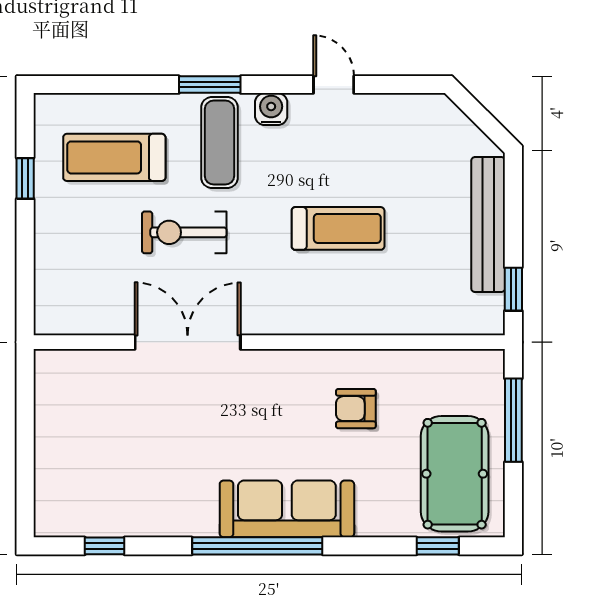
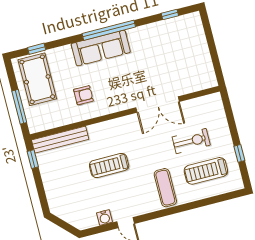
window: (210, 85) -> (175, 210), removed
water cooler: (271, 109) -> (105, 218), moved
treadmill: (114, 157) -> (206, 171), turned 180
bench: (488, 225) -> (60, 140), moved, turned 90
exercise bike: (184, 232) -> (191, 141), moved

